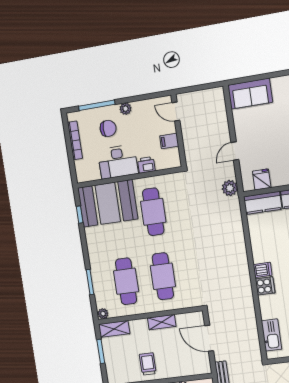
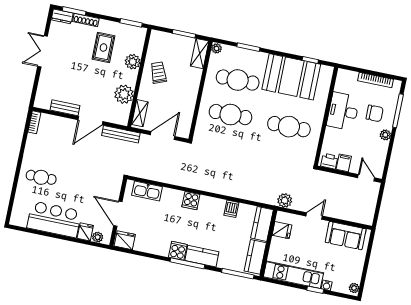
sofa: (250, 94) -> (346, 236), moved, turned -90
door: (176, 112) -> (366, 178), hinge flipped
chair: (108, 128) -> (375, 113), turned -90
door: (235, 151) -> (314, 216), hinge flipped
printer: (146, 165) -> (329, 161), moved, turned -90
booth: (108, 203) -> (291, 77), moved, turned 90
dishwasher: (263, 270) -> (231, 209), moved
shelving: (162, 322) -> (140, 113), moved
trolley: (148, 364) -> (158, 73), turned -111

